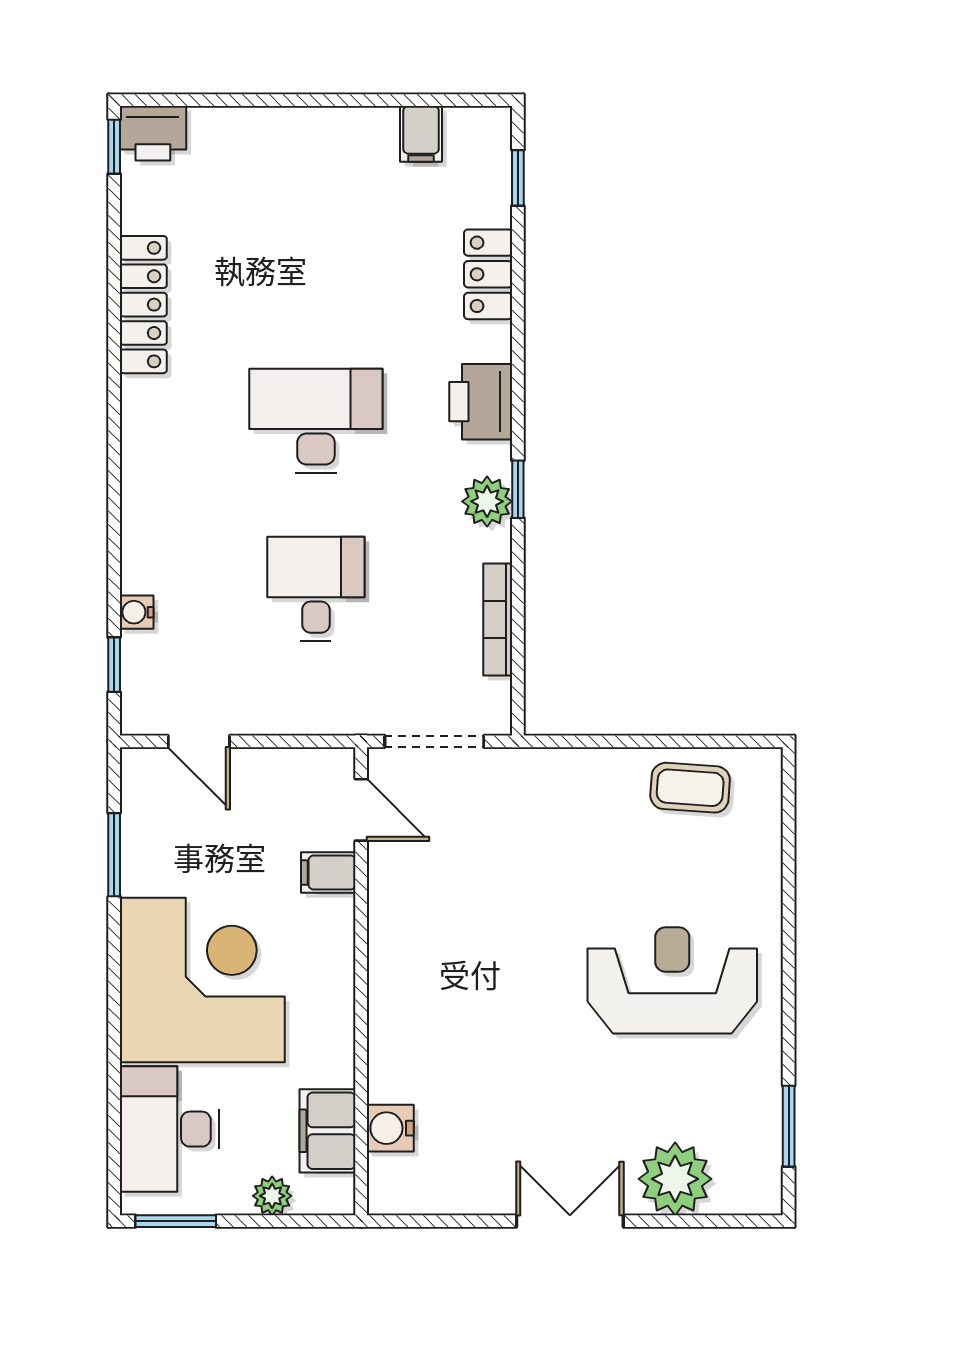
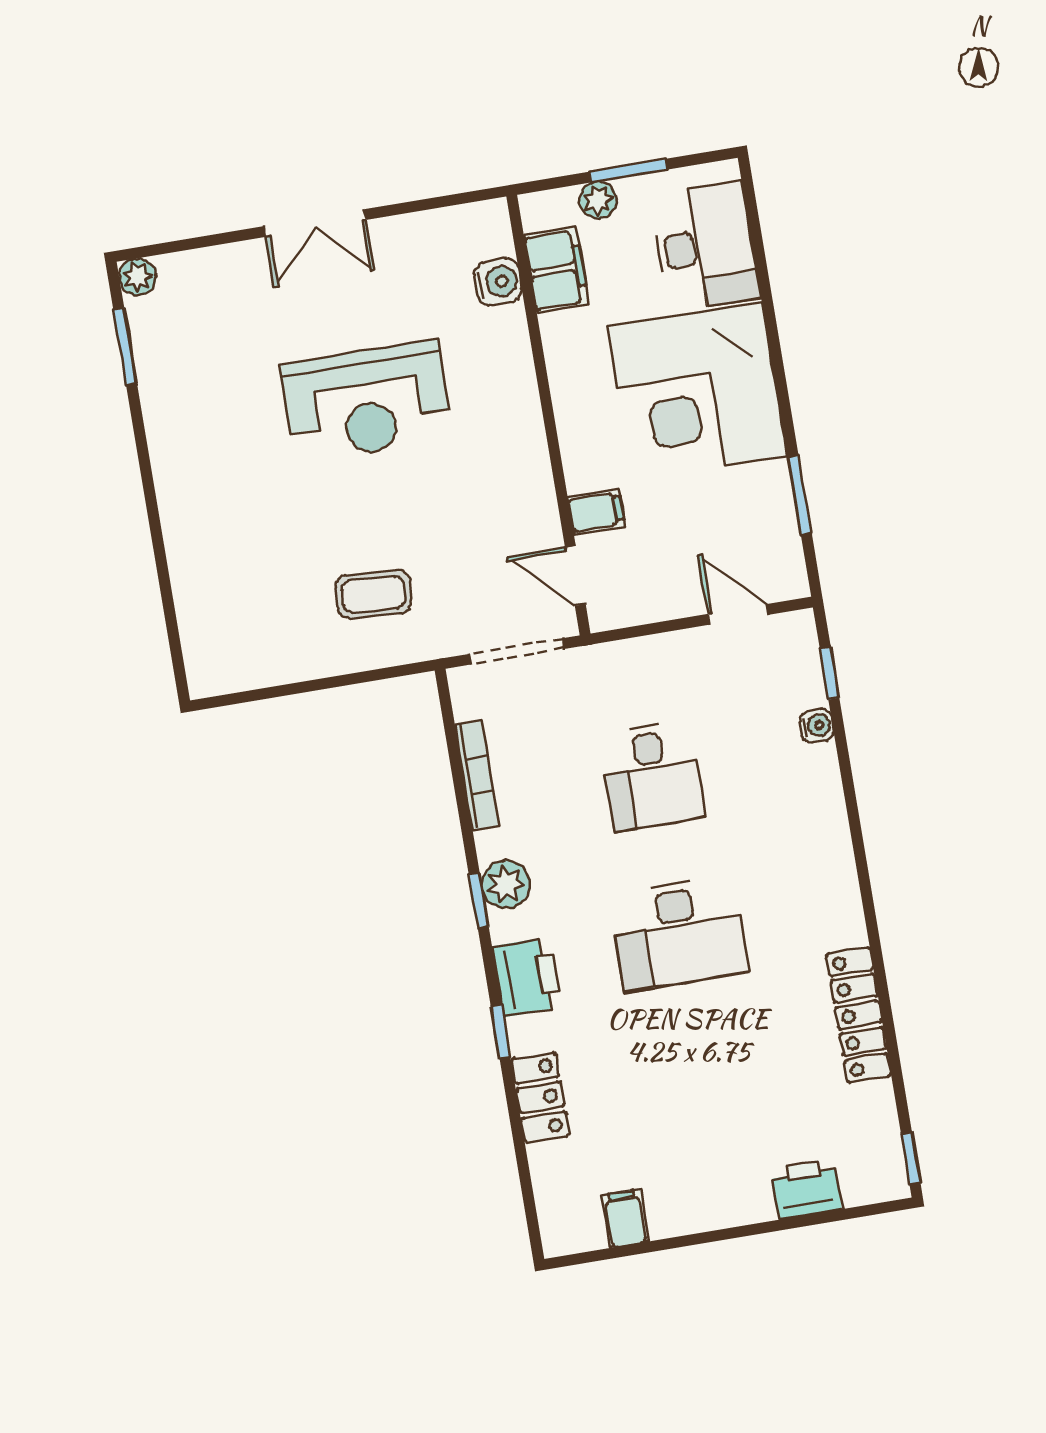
printer: (153, 133) -> (806, 1189), moved
window: (518, 178) -> (501, 1031), moved
coffee table: (690, 788) -> (374, 594), moved
reception desk: (672, 980) -> (367, 402), moved
plant: (675, 1179) -> (138, 277), moved, width x0.53, depth x0.53
window: (176, 1221) -> (628, 171), moved

